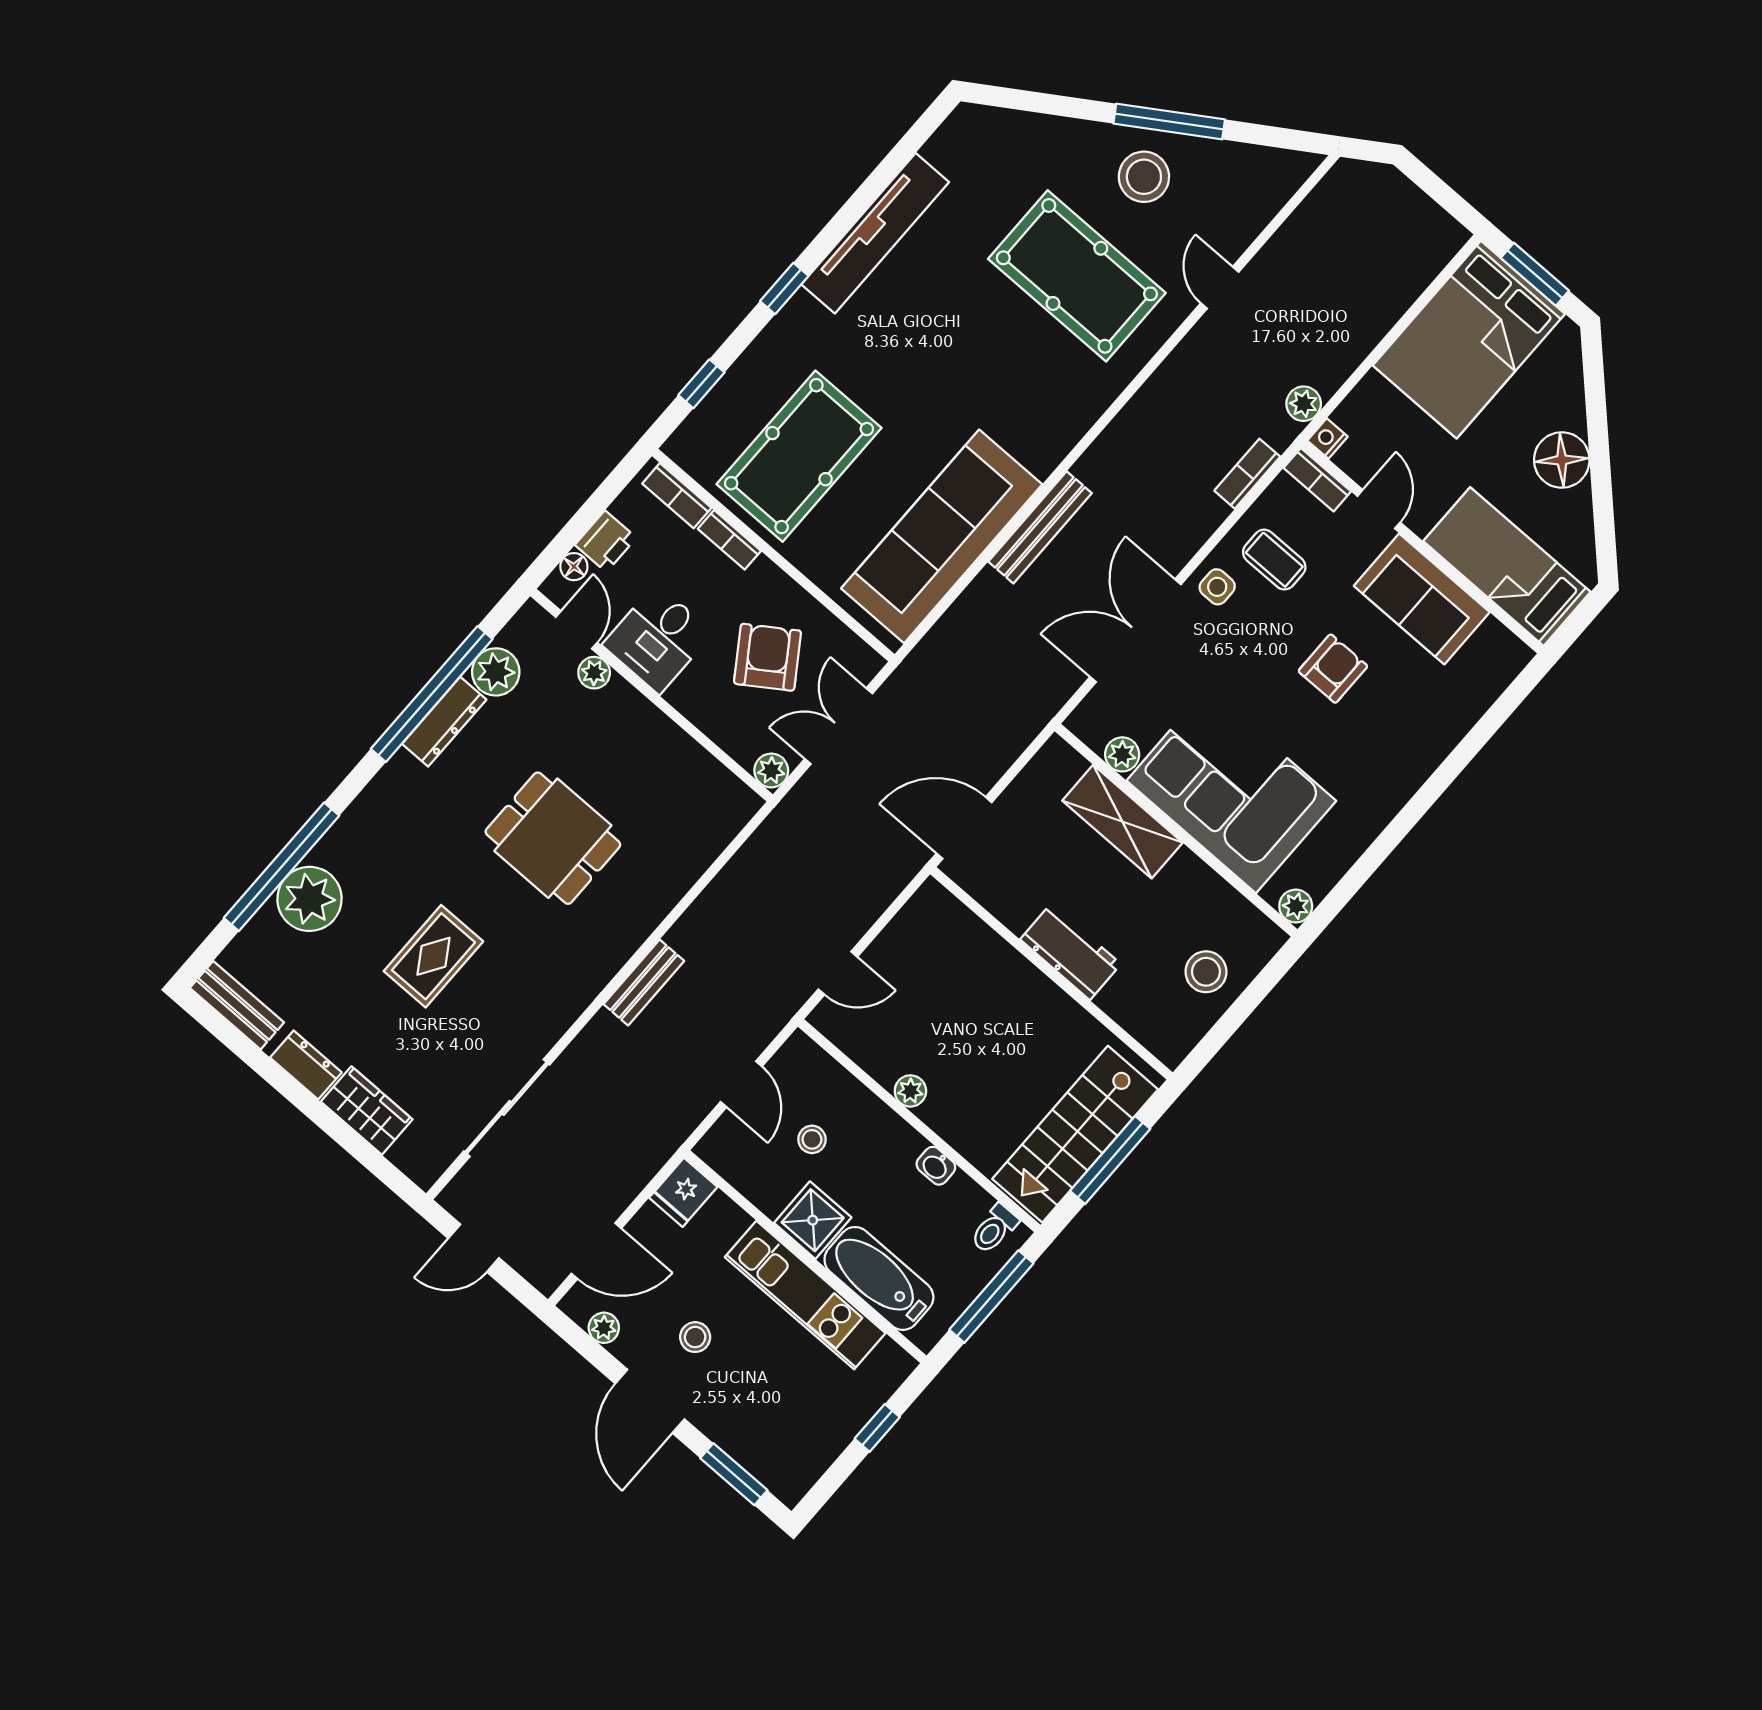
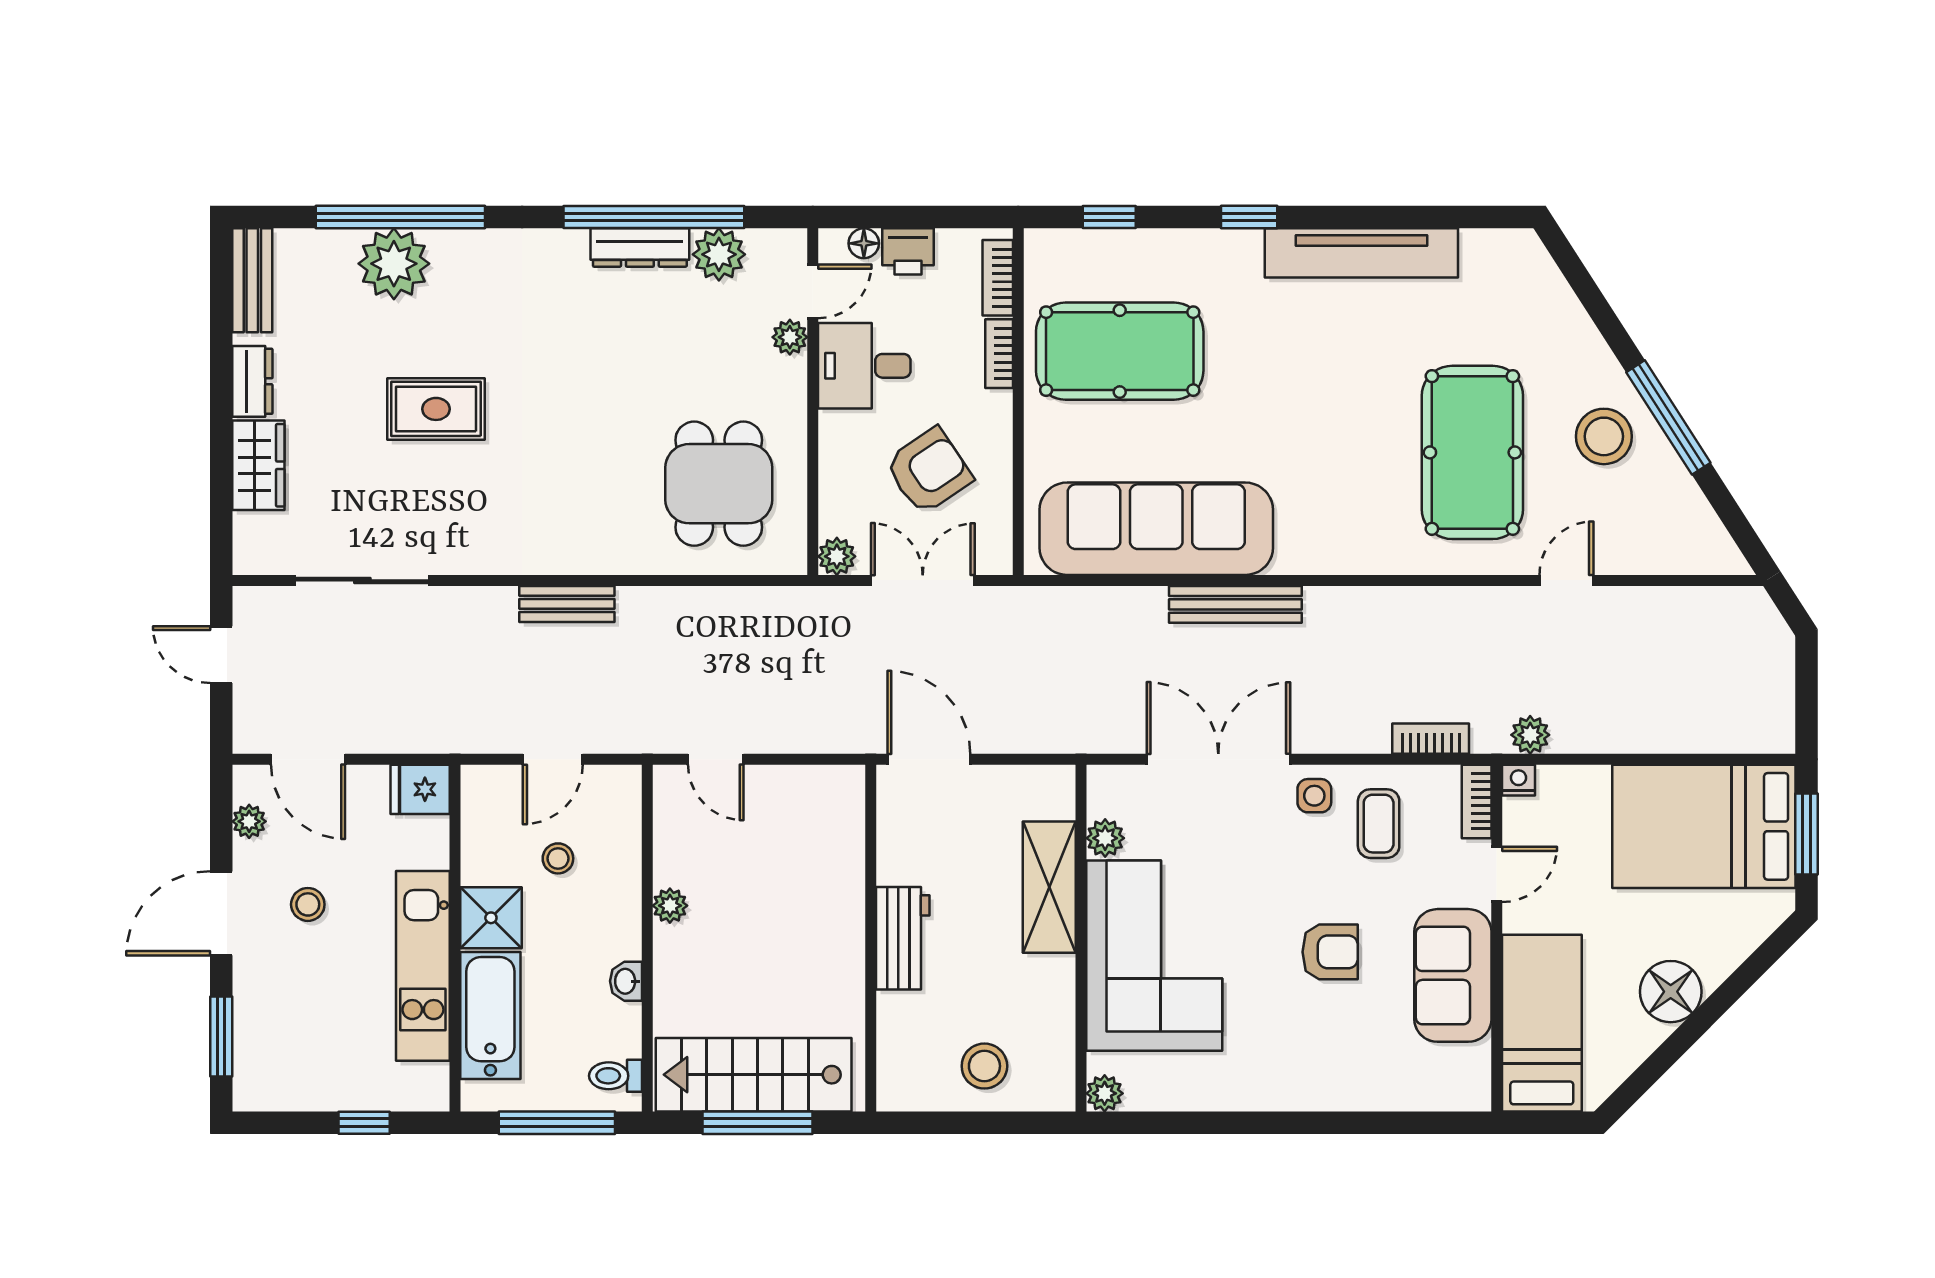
dining table: (553, 838) -> (719, 484), moved

